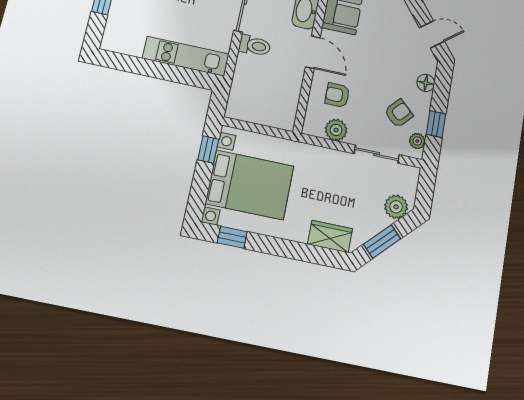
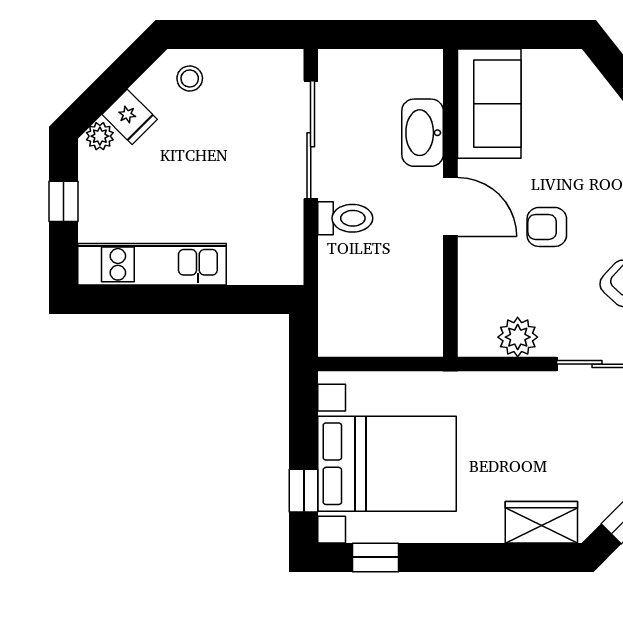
kitchen unit: (186, 56) -> (152, 264), moved
armchair: (337, 95) -> (547, 227), moved
window: (208, 149) -> (304, 491), moved

